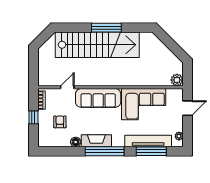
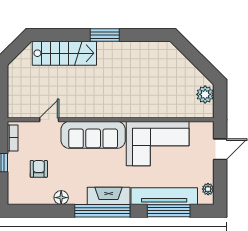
window: (106, 28) -> (105, 35), width x0.69
stairs: (97, 45) -> (64, 53), width x0.54, depth x0.66
plant: (177, 80) -> (205, 94), moved
fireplace: (96, 141) -> (109, 196), moved

